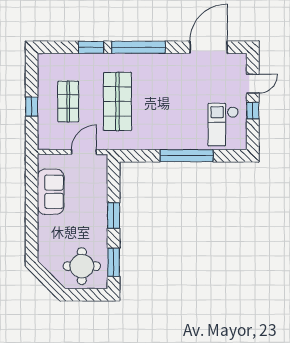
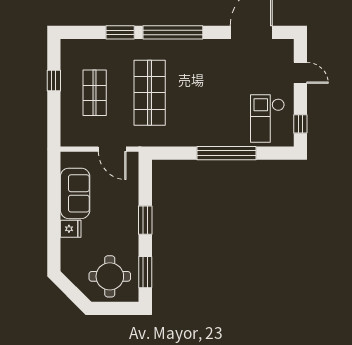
door: (253, 84) -> (300, 73), hinge flipped
window: (32, 107) -> (54, 81), moved
window: (253, 111) -> (300, 124), moved
door: (84, 152) -> (112, 149), swing flipped
fridge: (47, 223) -> (71, 229), added

